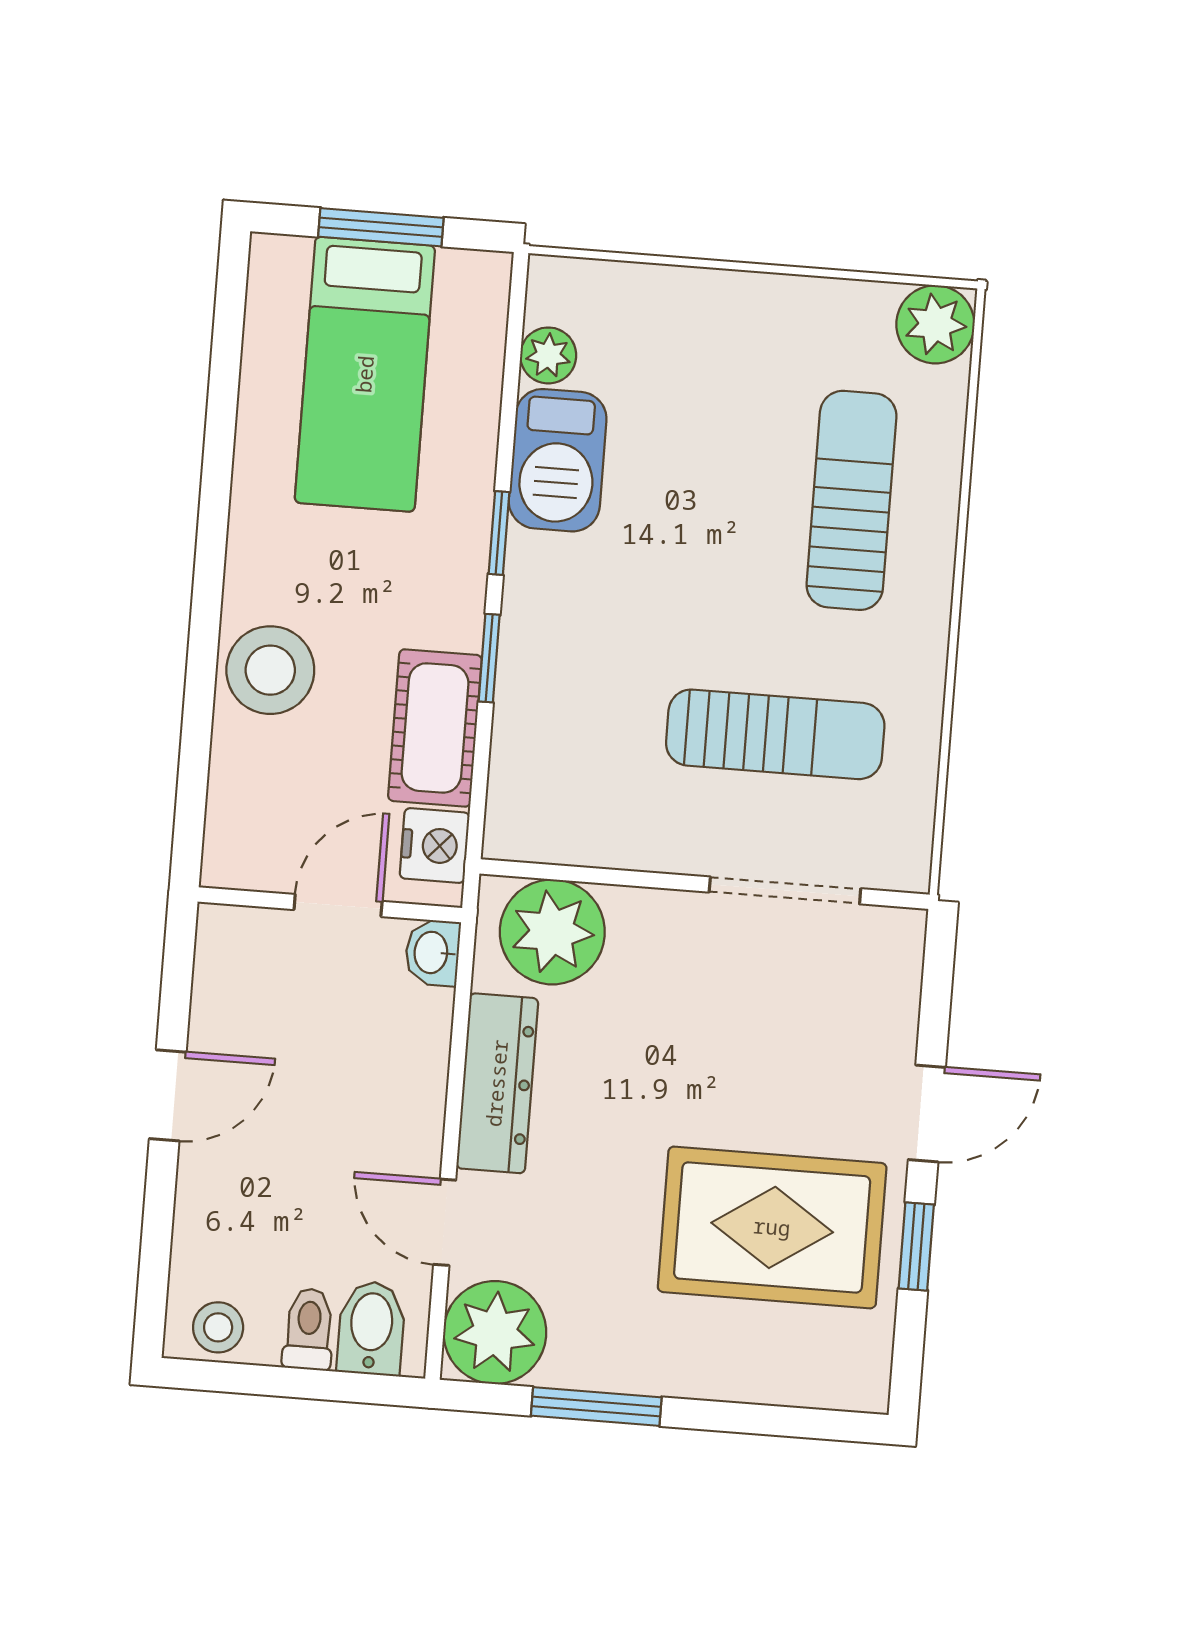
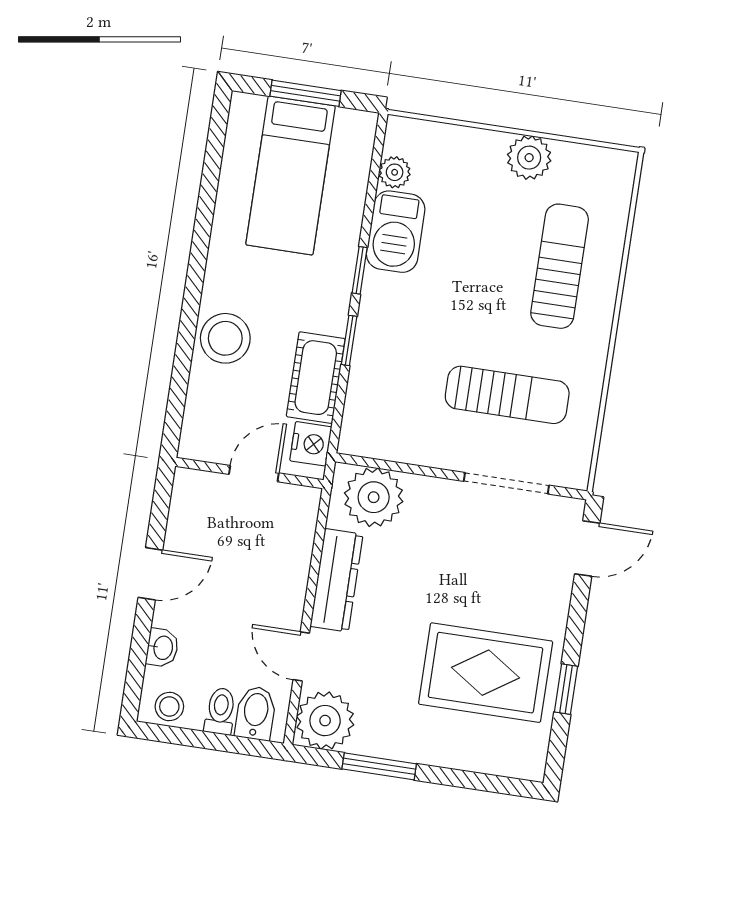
plant: (935, 324) -> (529, 158), moved
washbasin: (432, 953) -> (162, 648), moved, turned 180
door: (927, 1113) -> (587, 549), moved

